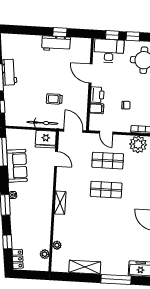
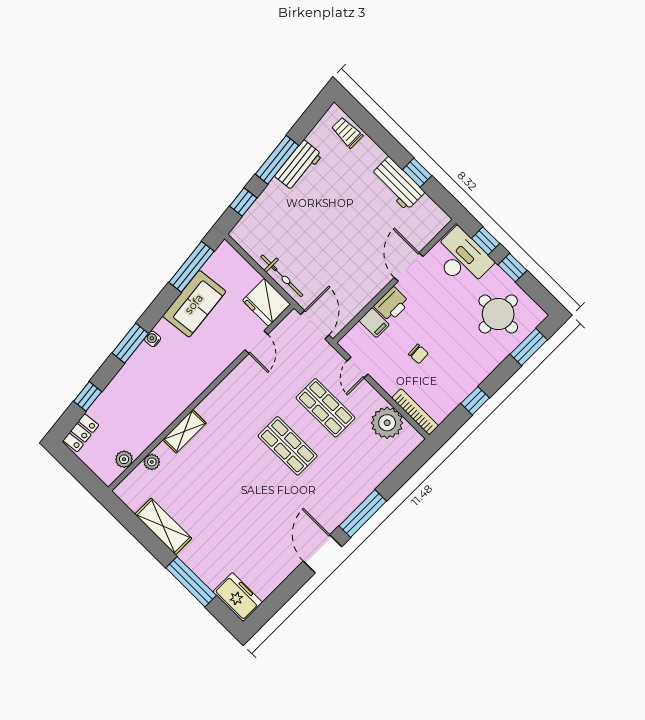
trolley: (54, 99) -> (347, 132), moved
shelving: (60, 203) -> (184, 431), moved

